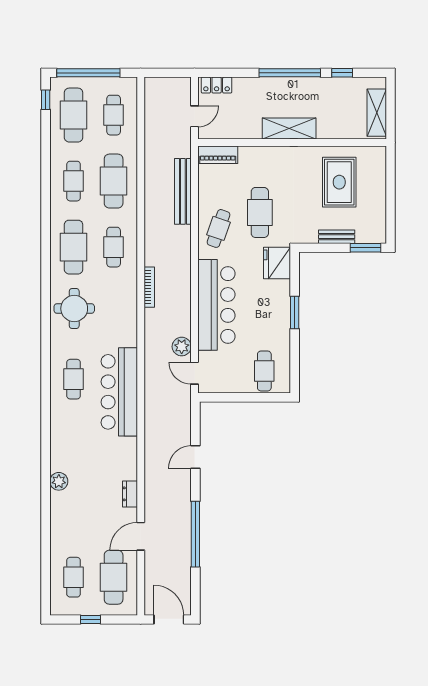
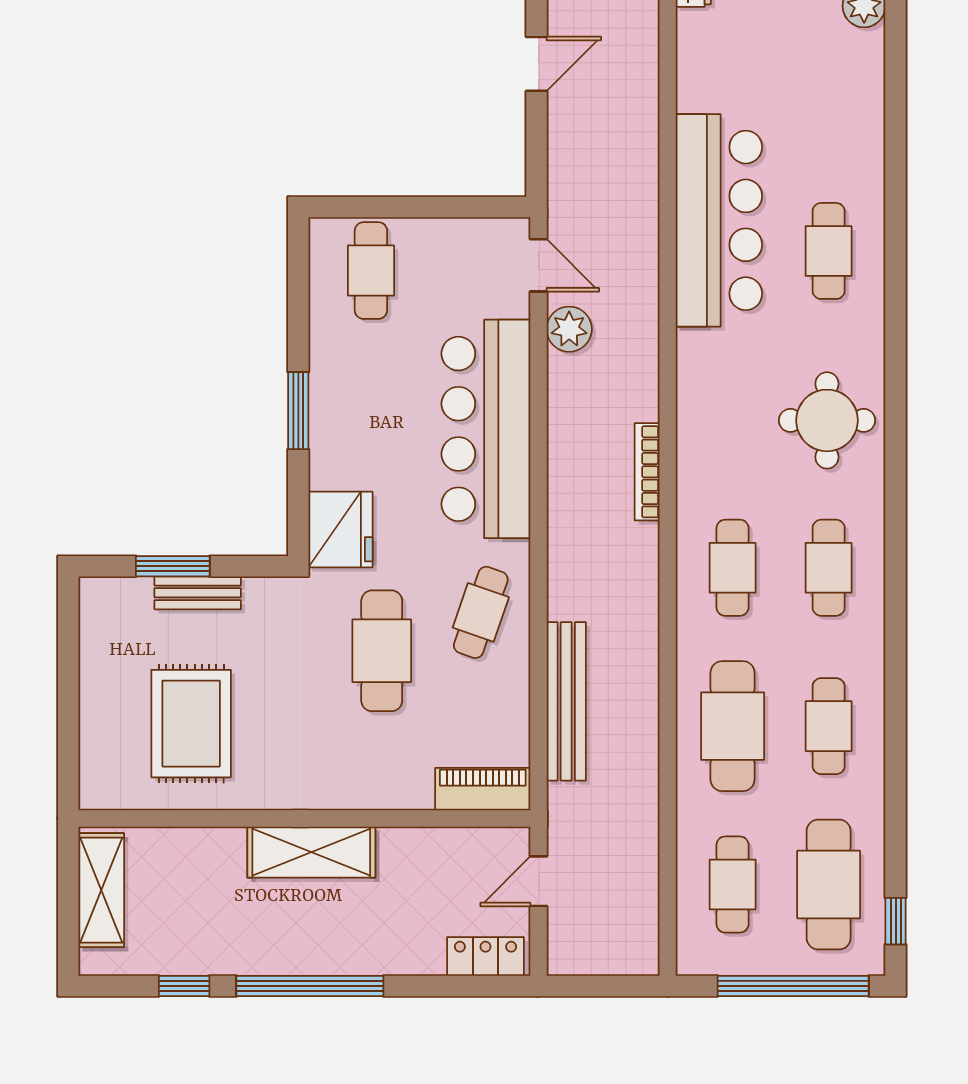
cafe table: (74, 247) -> (829, 568), width x0.73, depth x0.74
window: (365, 248) -> (173, 566), moved

